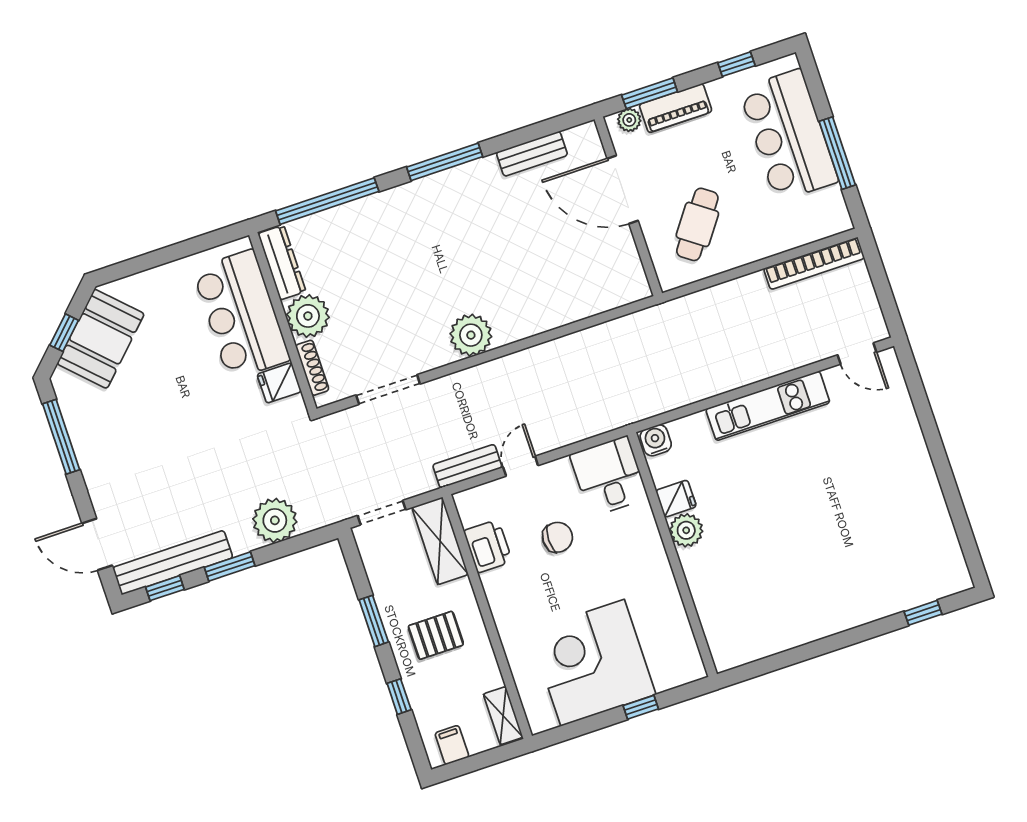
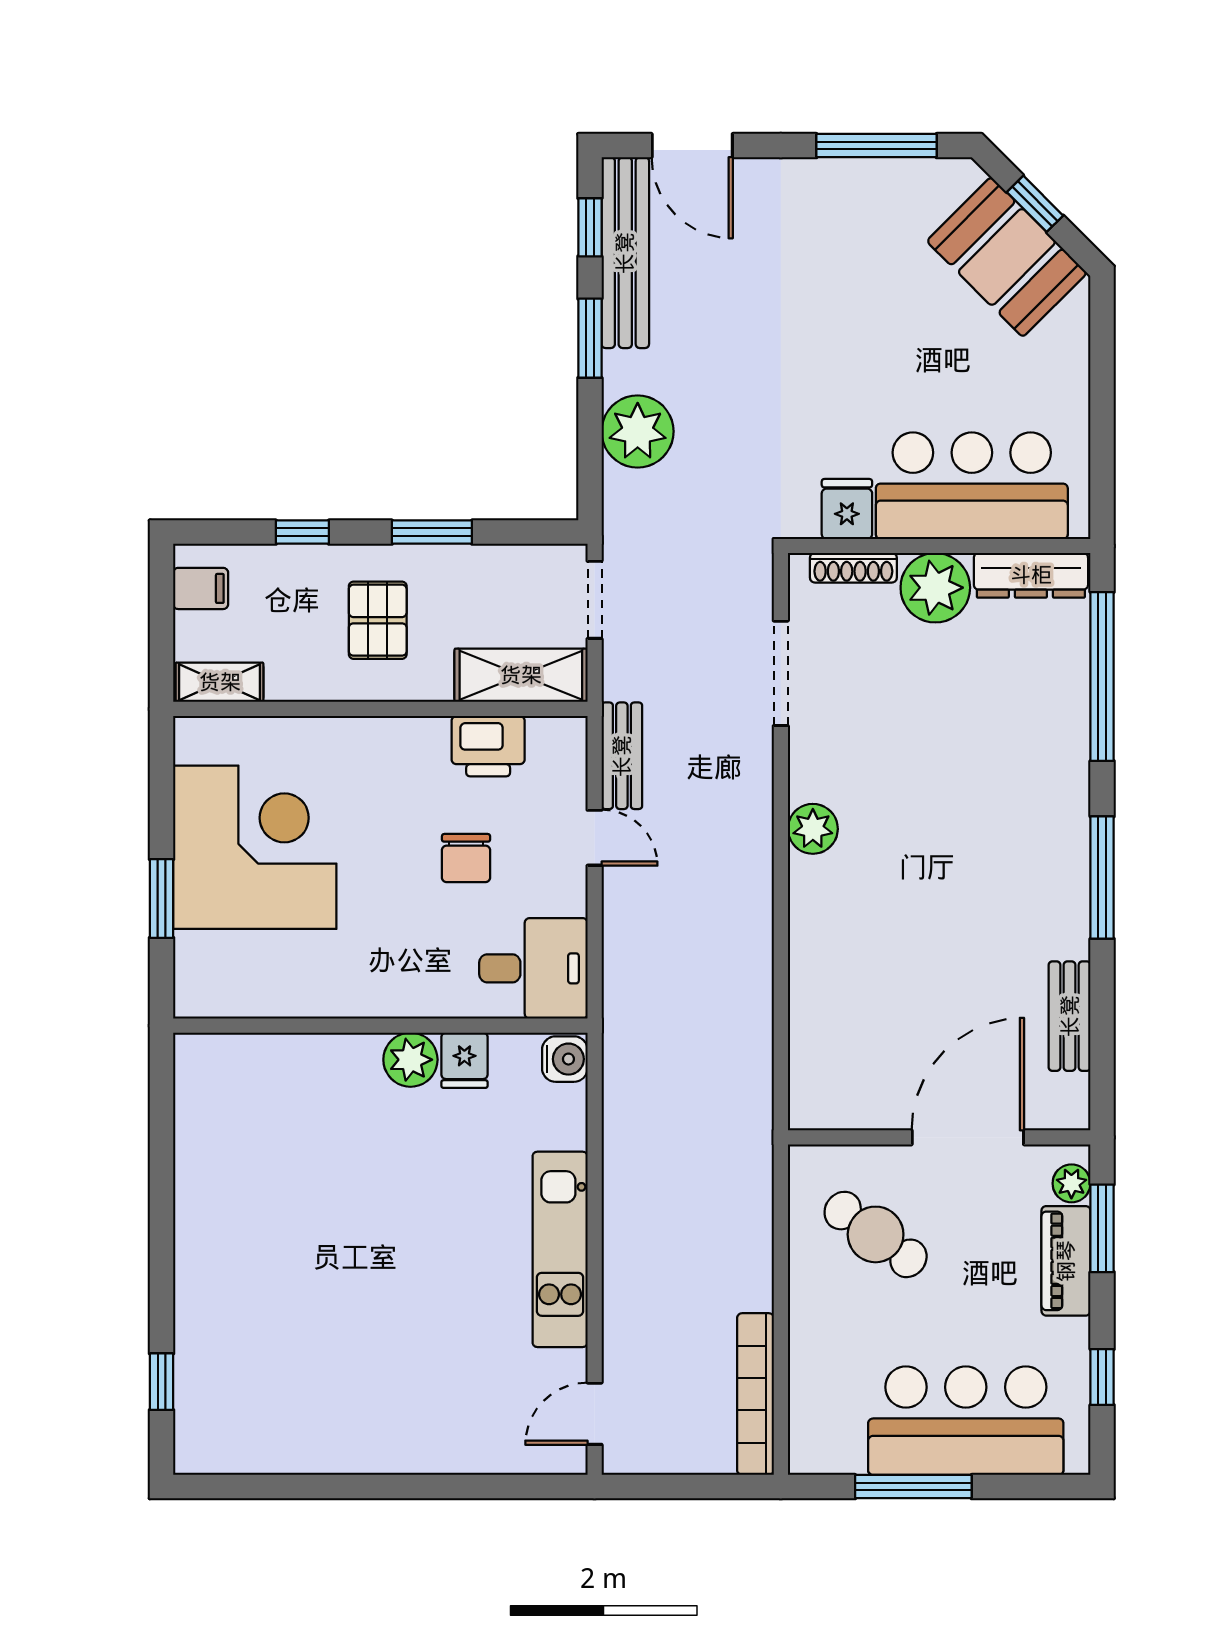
plant: (471, 335) -> (813, 829), width x0.73, depth x0.73
door: (97, 544) -> (692, 146), swing flipped
window: (641, 707) -> (162, 898), width x1.50

